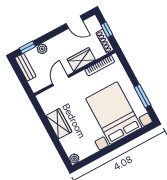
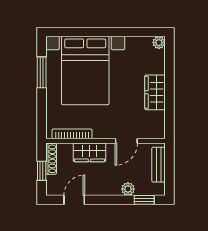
door: (74, 22) -> (74, 200), hinge flipped
bench: (25, 67) -> (159, 165), moved

